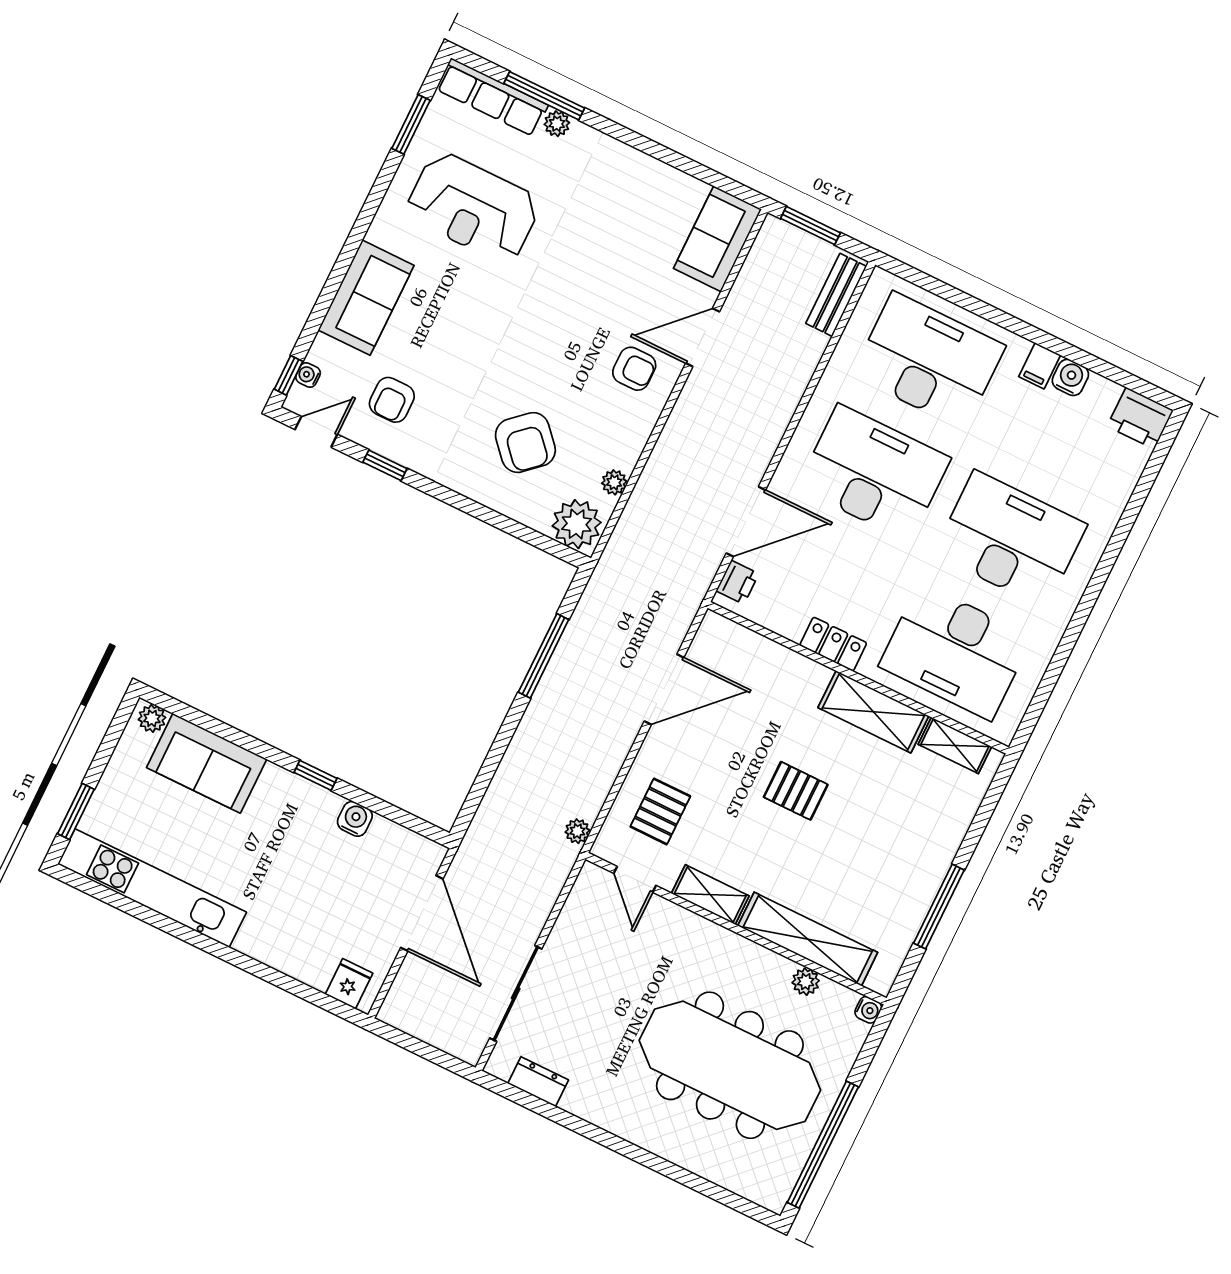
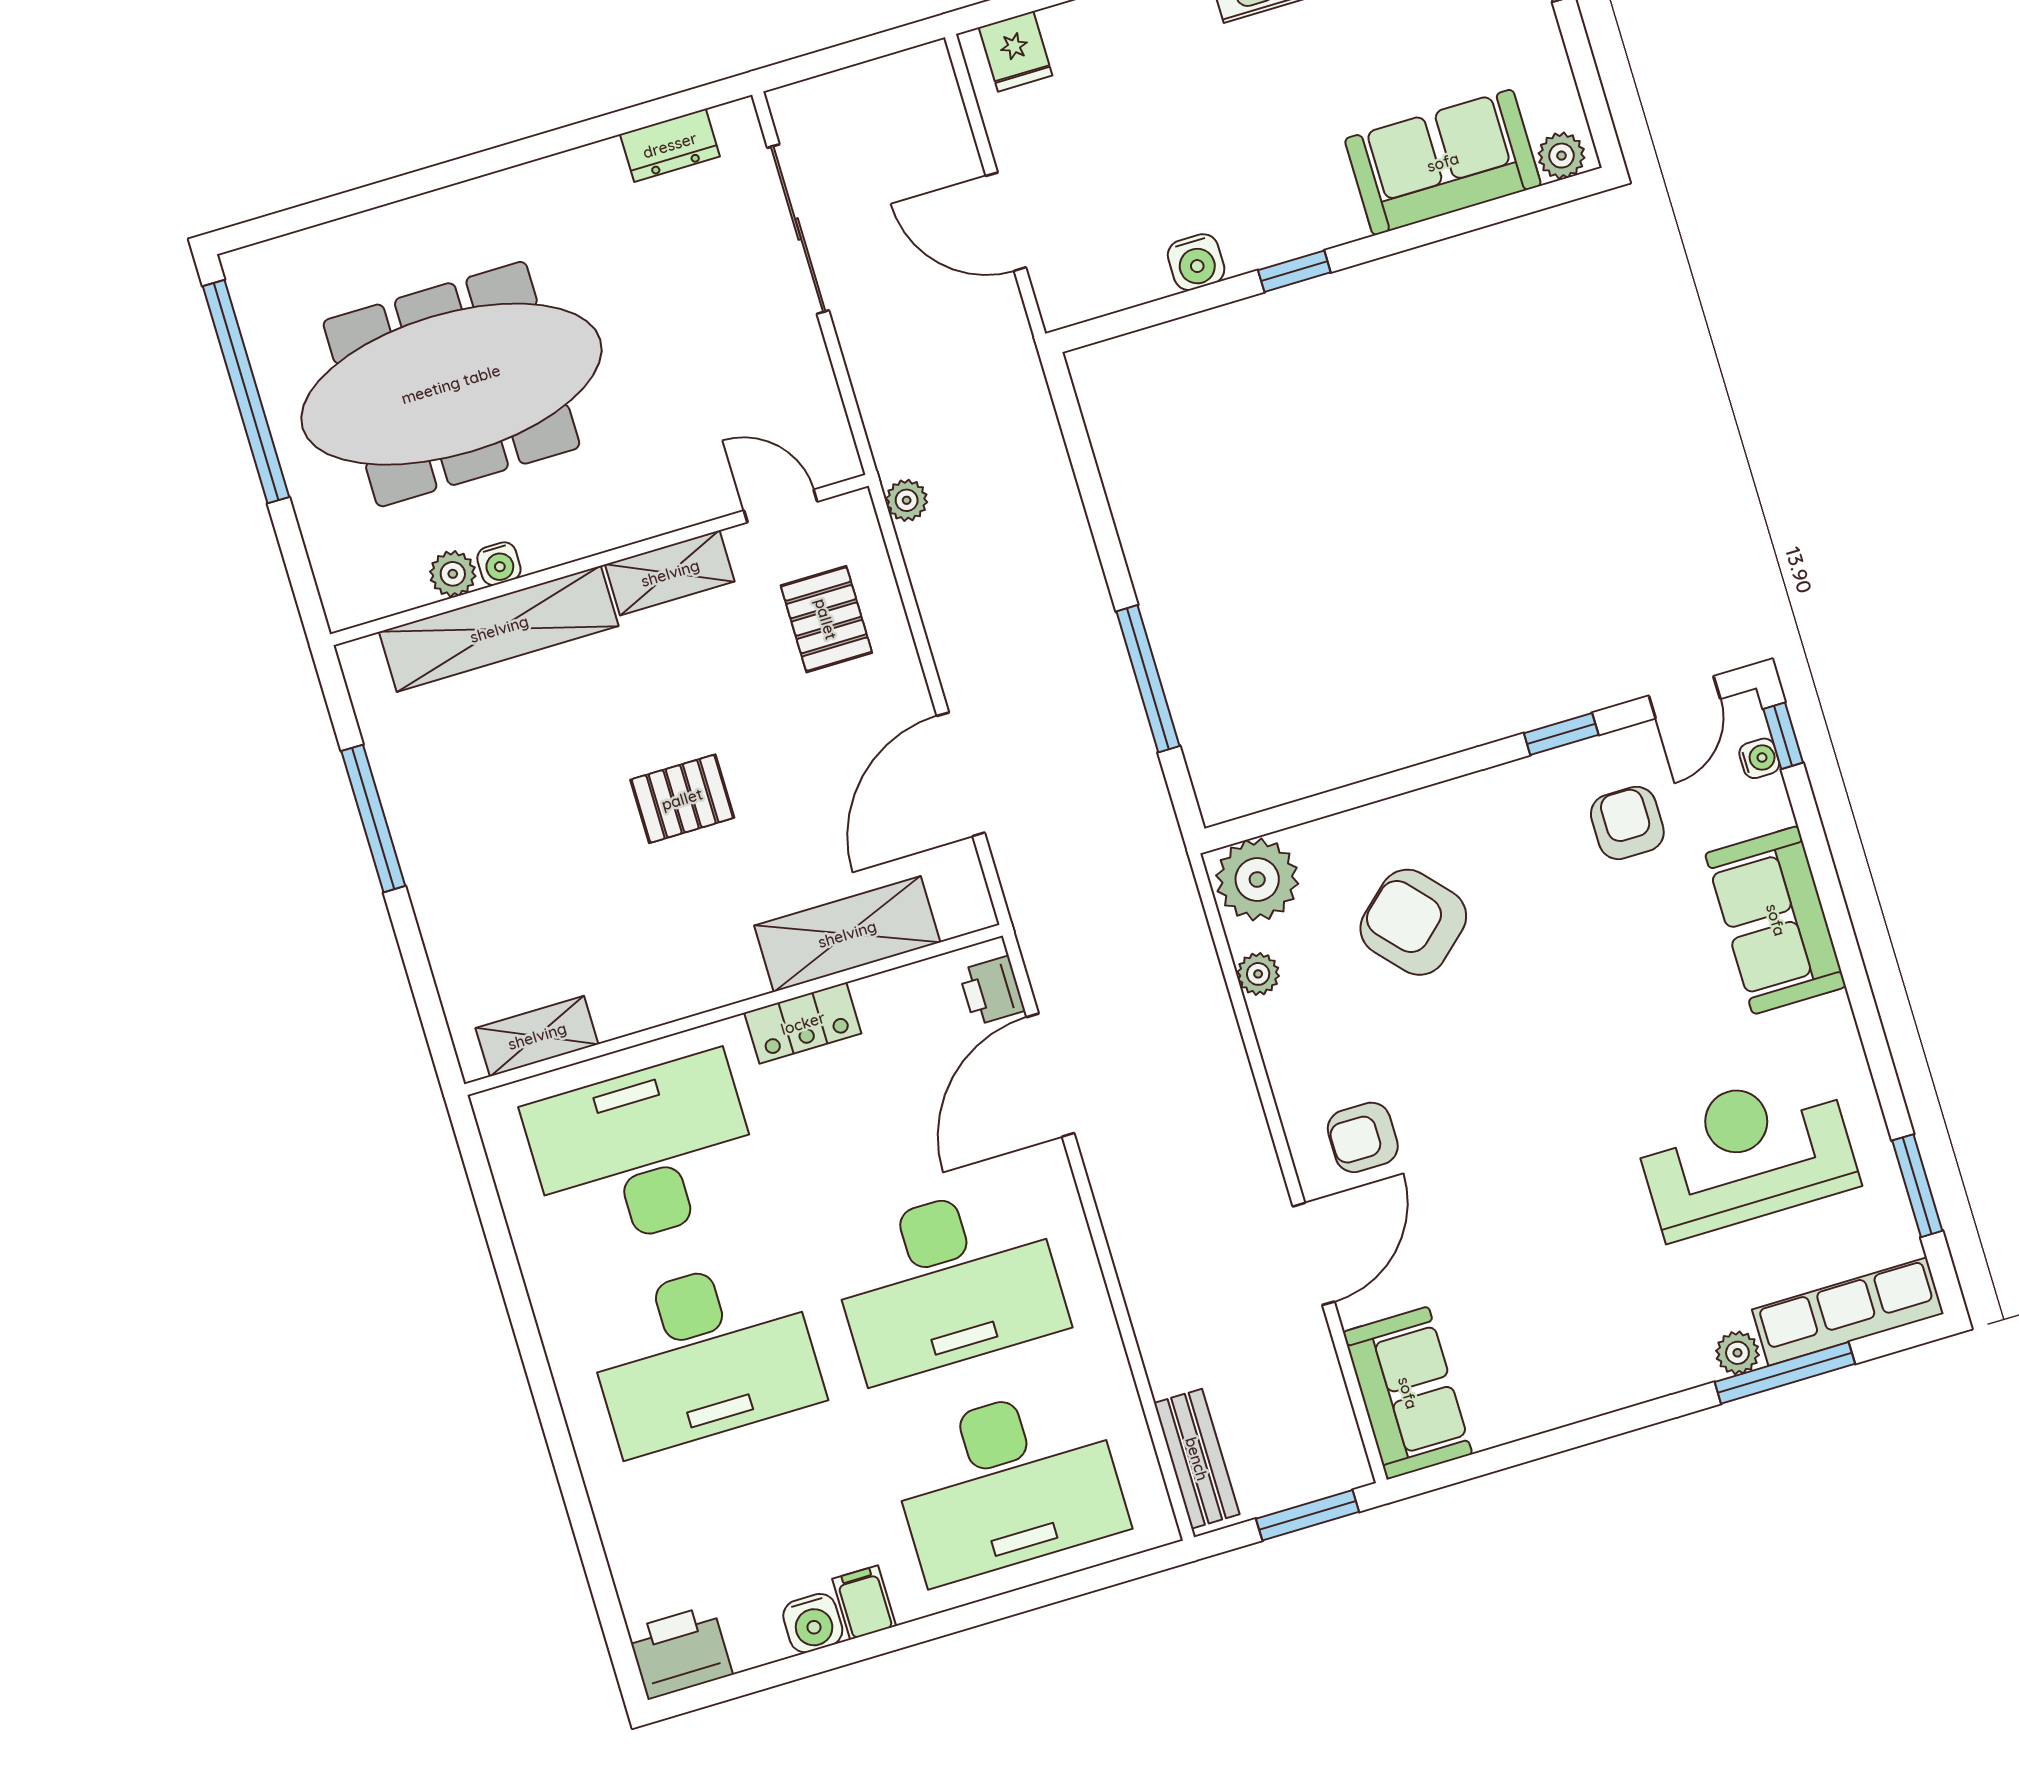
shelving: (873, 712) -> (847, 934), moved
door: (422, 913) -> (1006, 222), width x0.73
water cooler: (868, 1010) -> (499, 564), moved, turned -90

